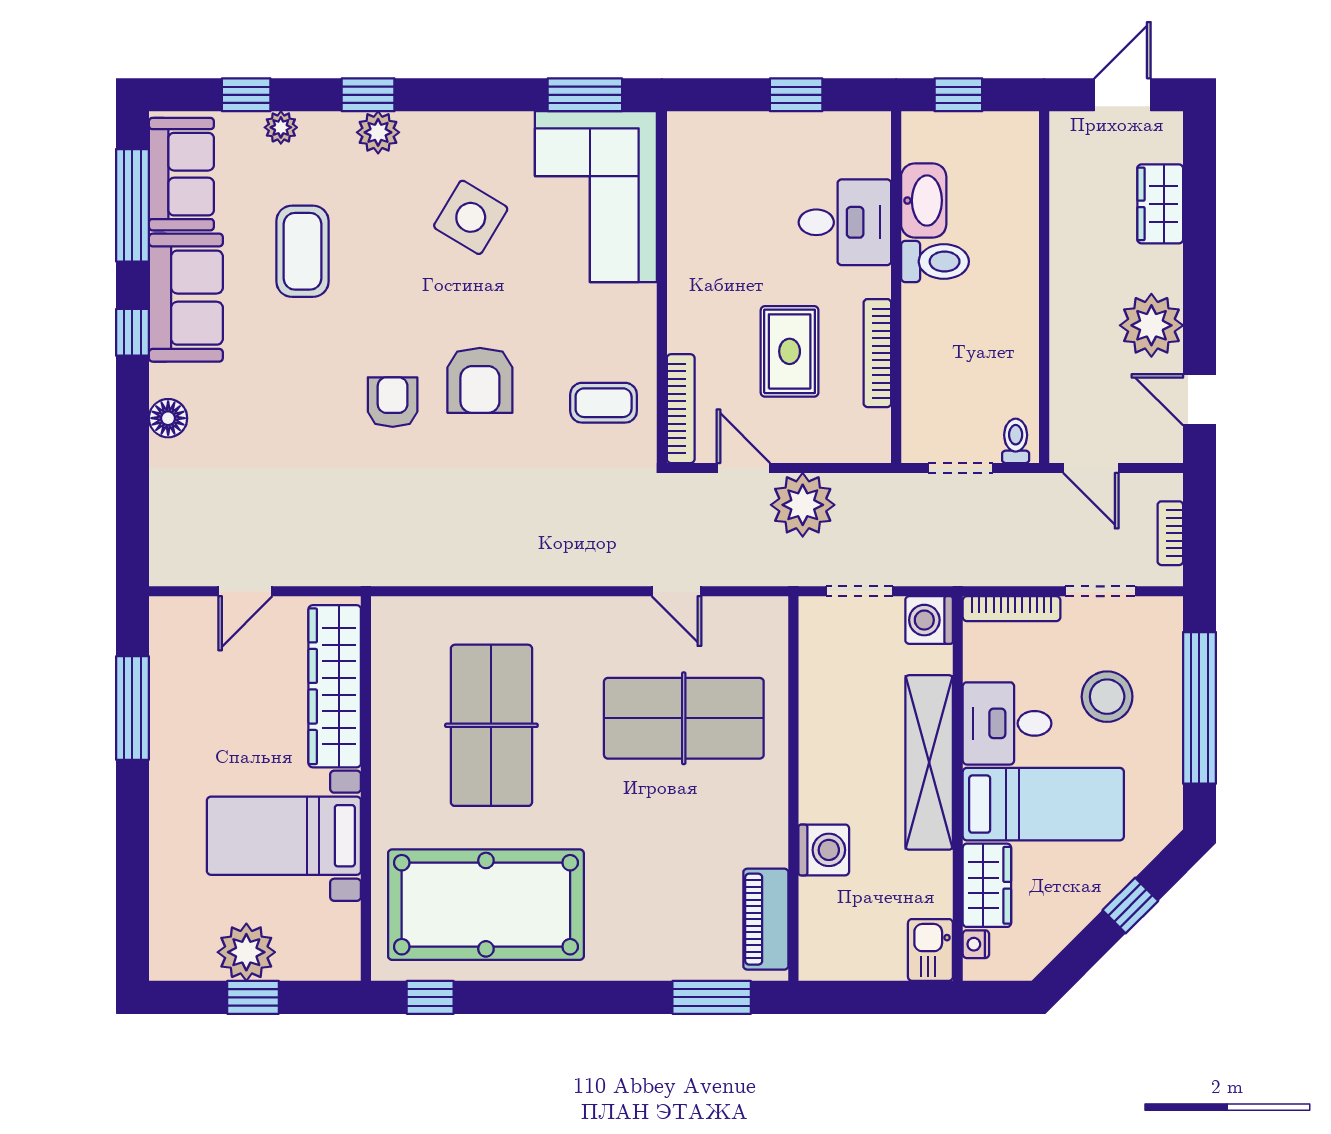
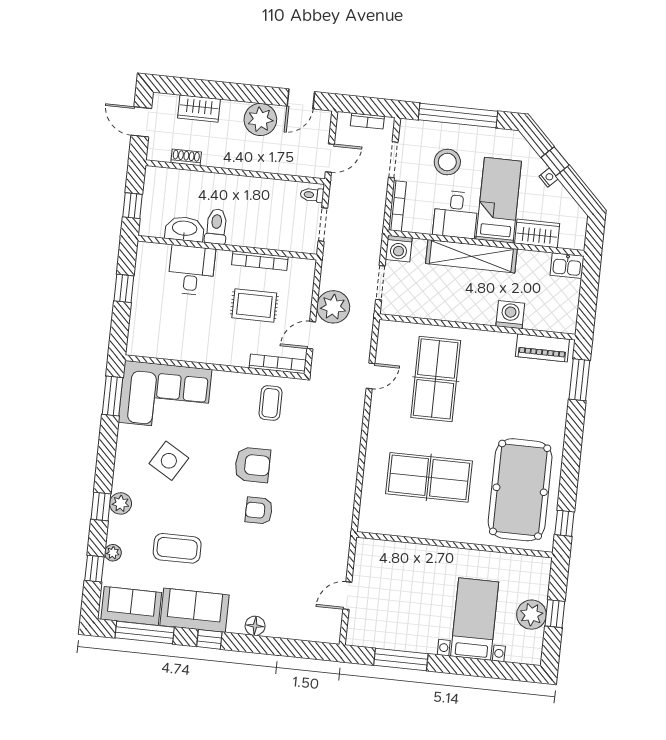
shoe rack: (1063, 189) -> (186, 157), added
door: (245, 591) -> (347, 596), swing flipped
wardrobe: (335, 686) -> (401, 555), removed
bed with nightstands: (284, 836) -> (475, 619), moved, turned 180
nightstand: (976, 944) -> (549, 177), moved, turned -135

